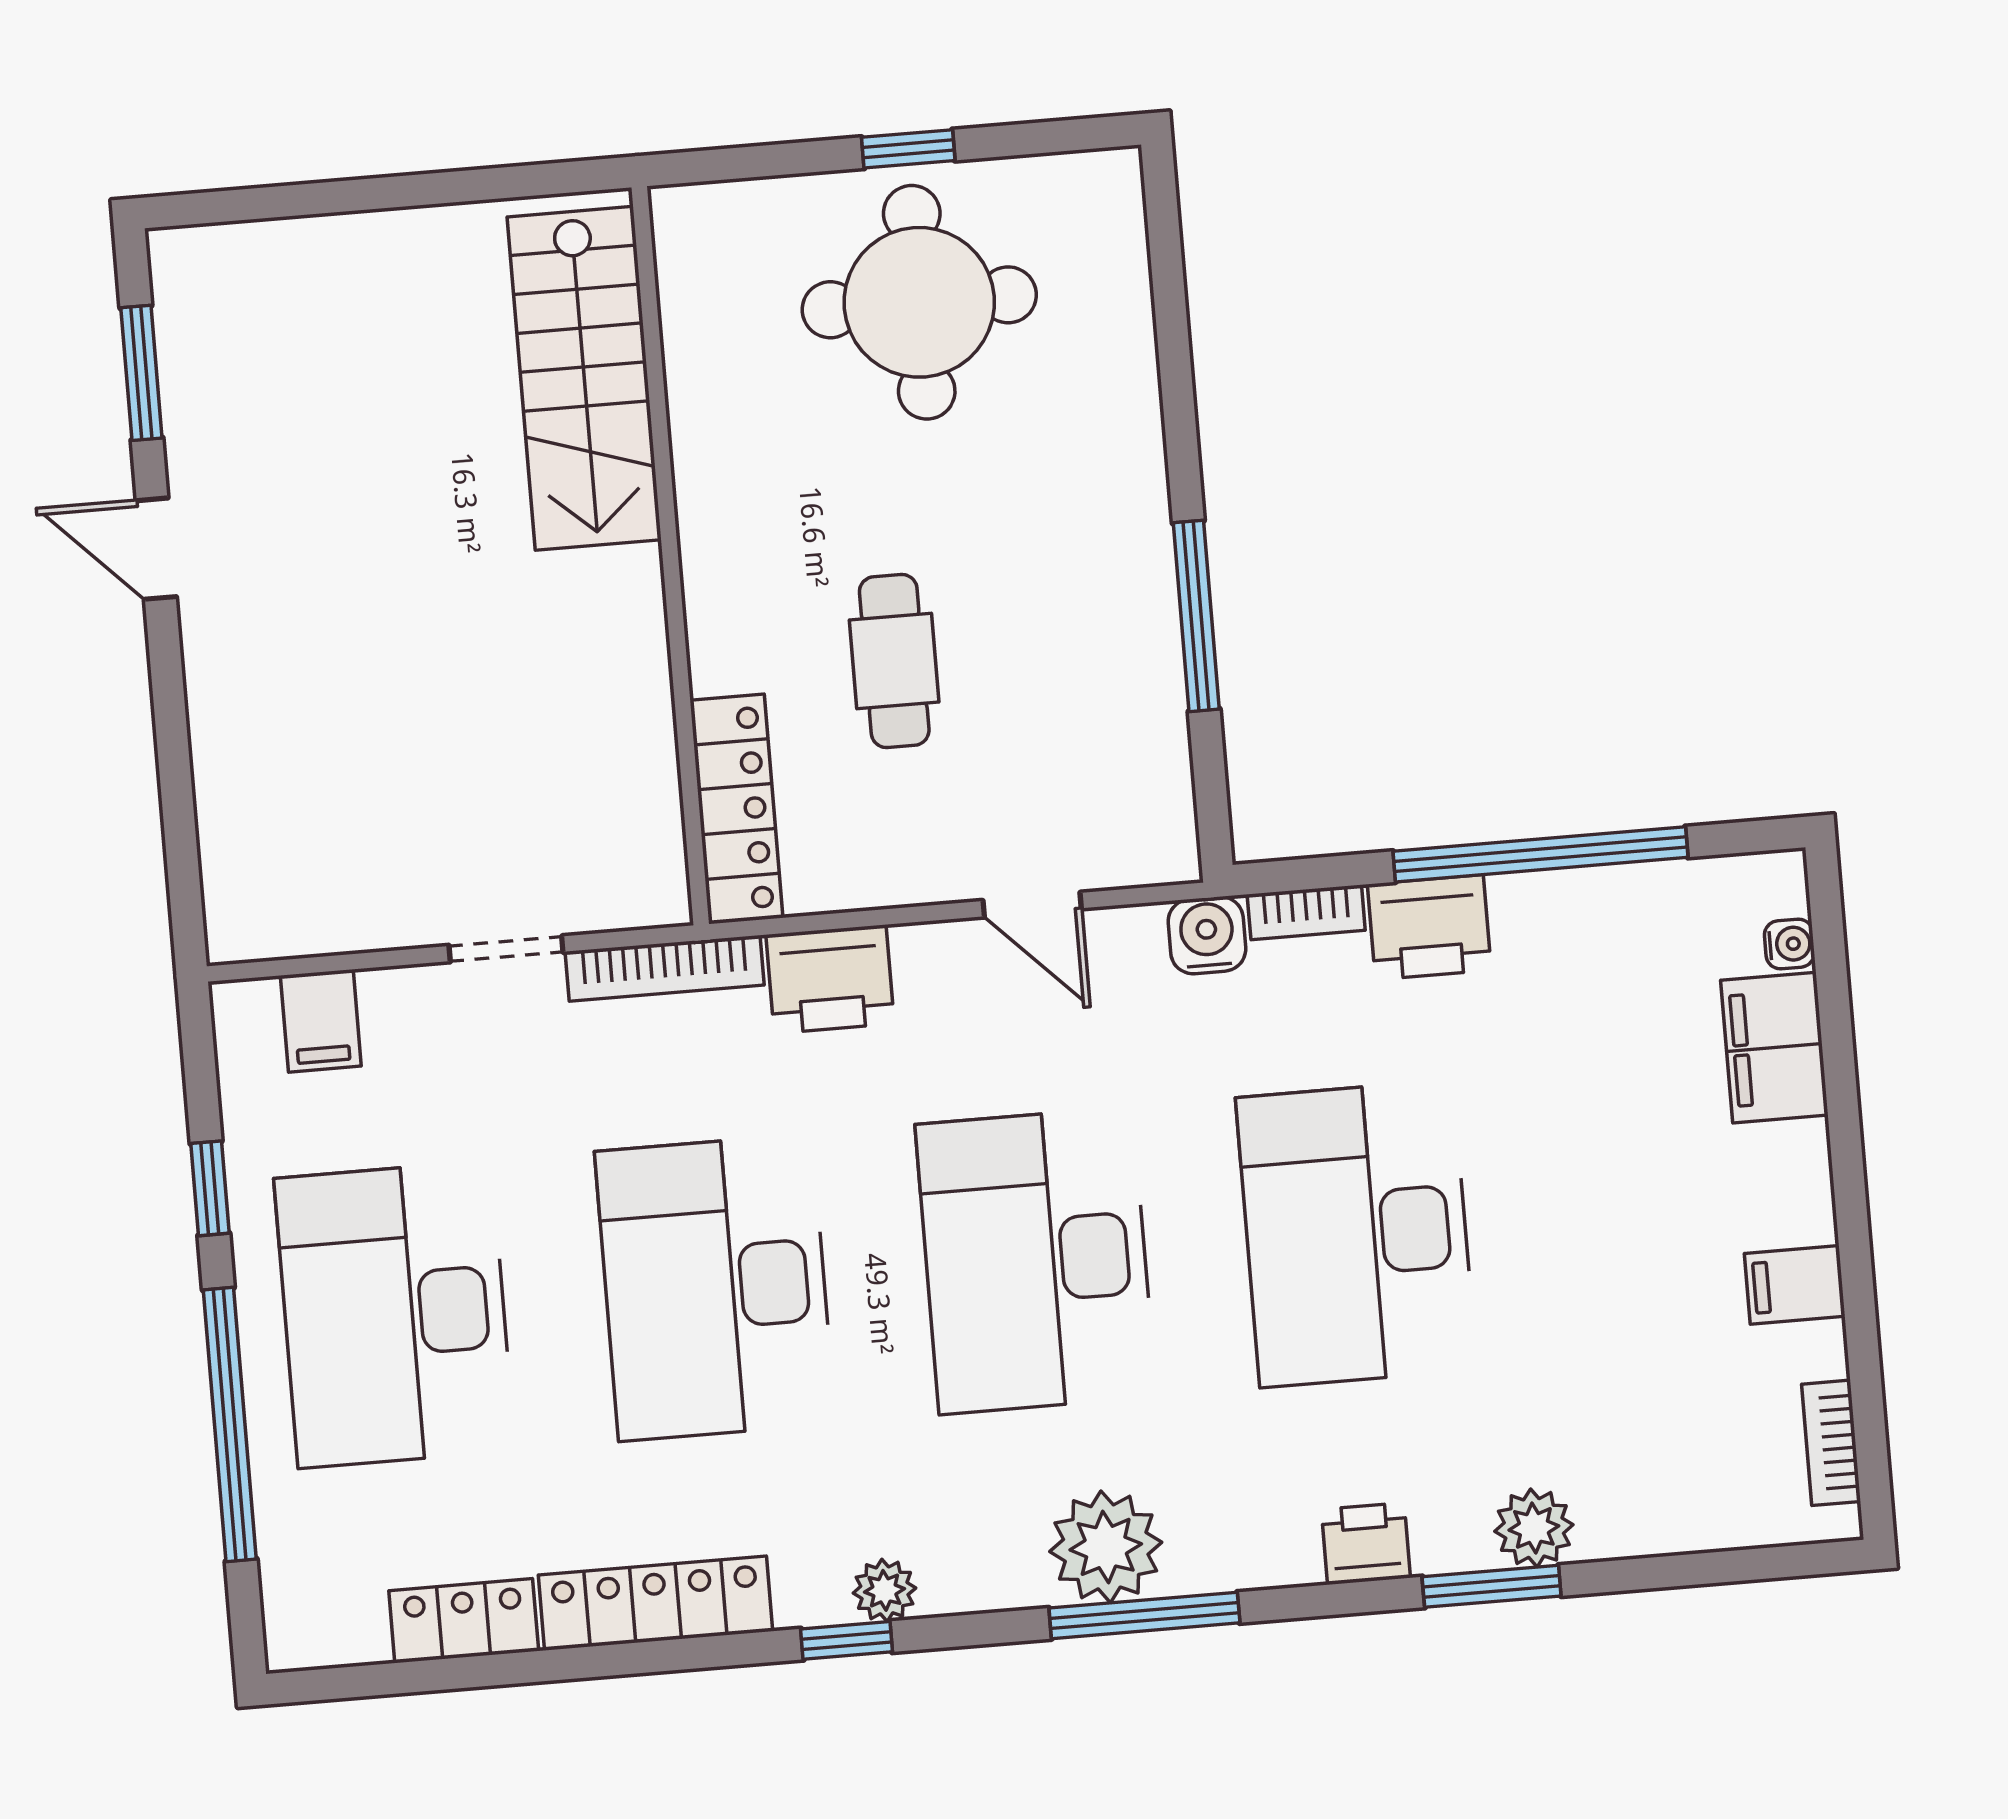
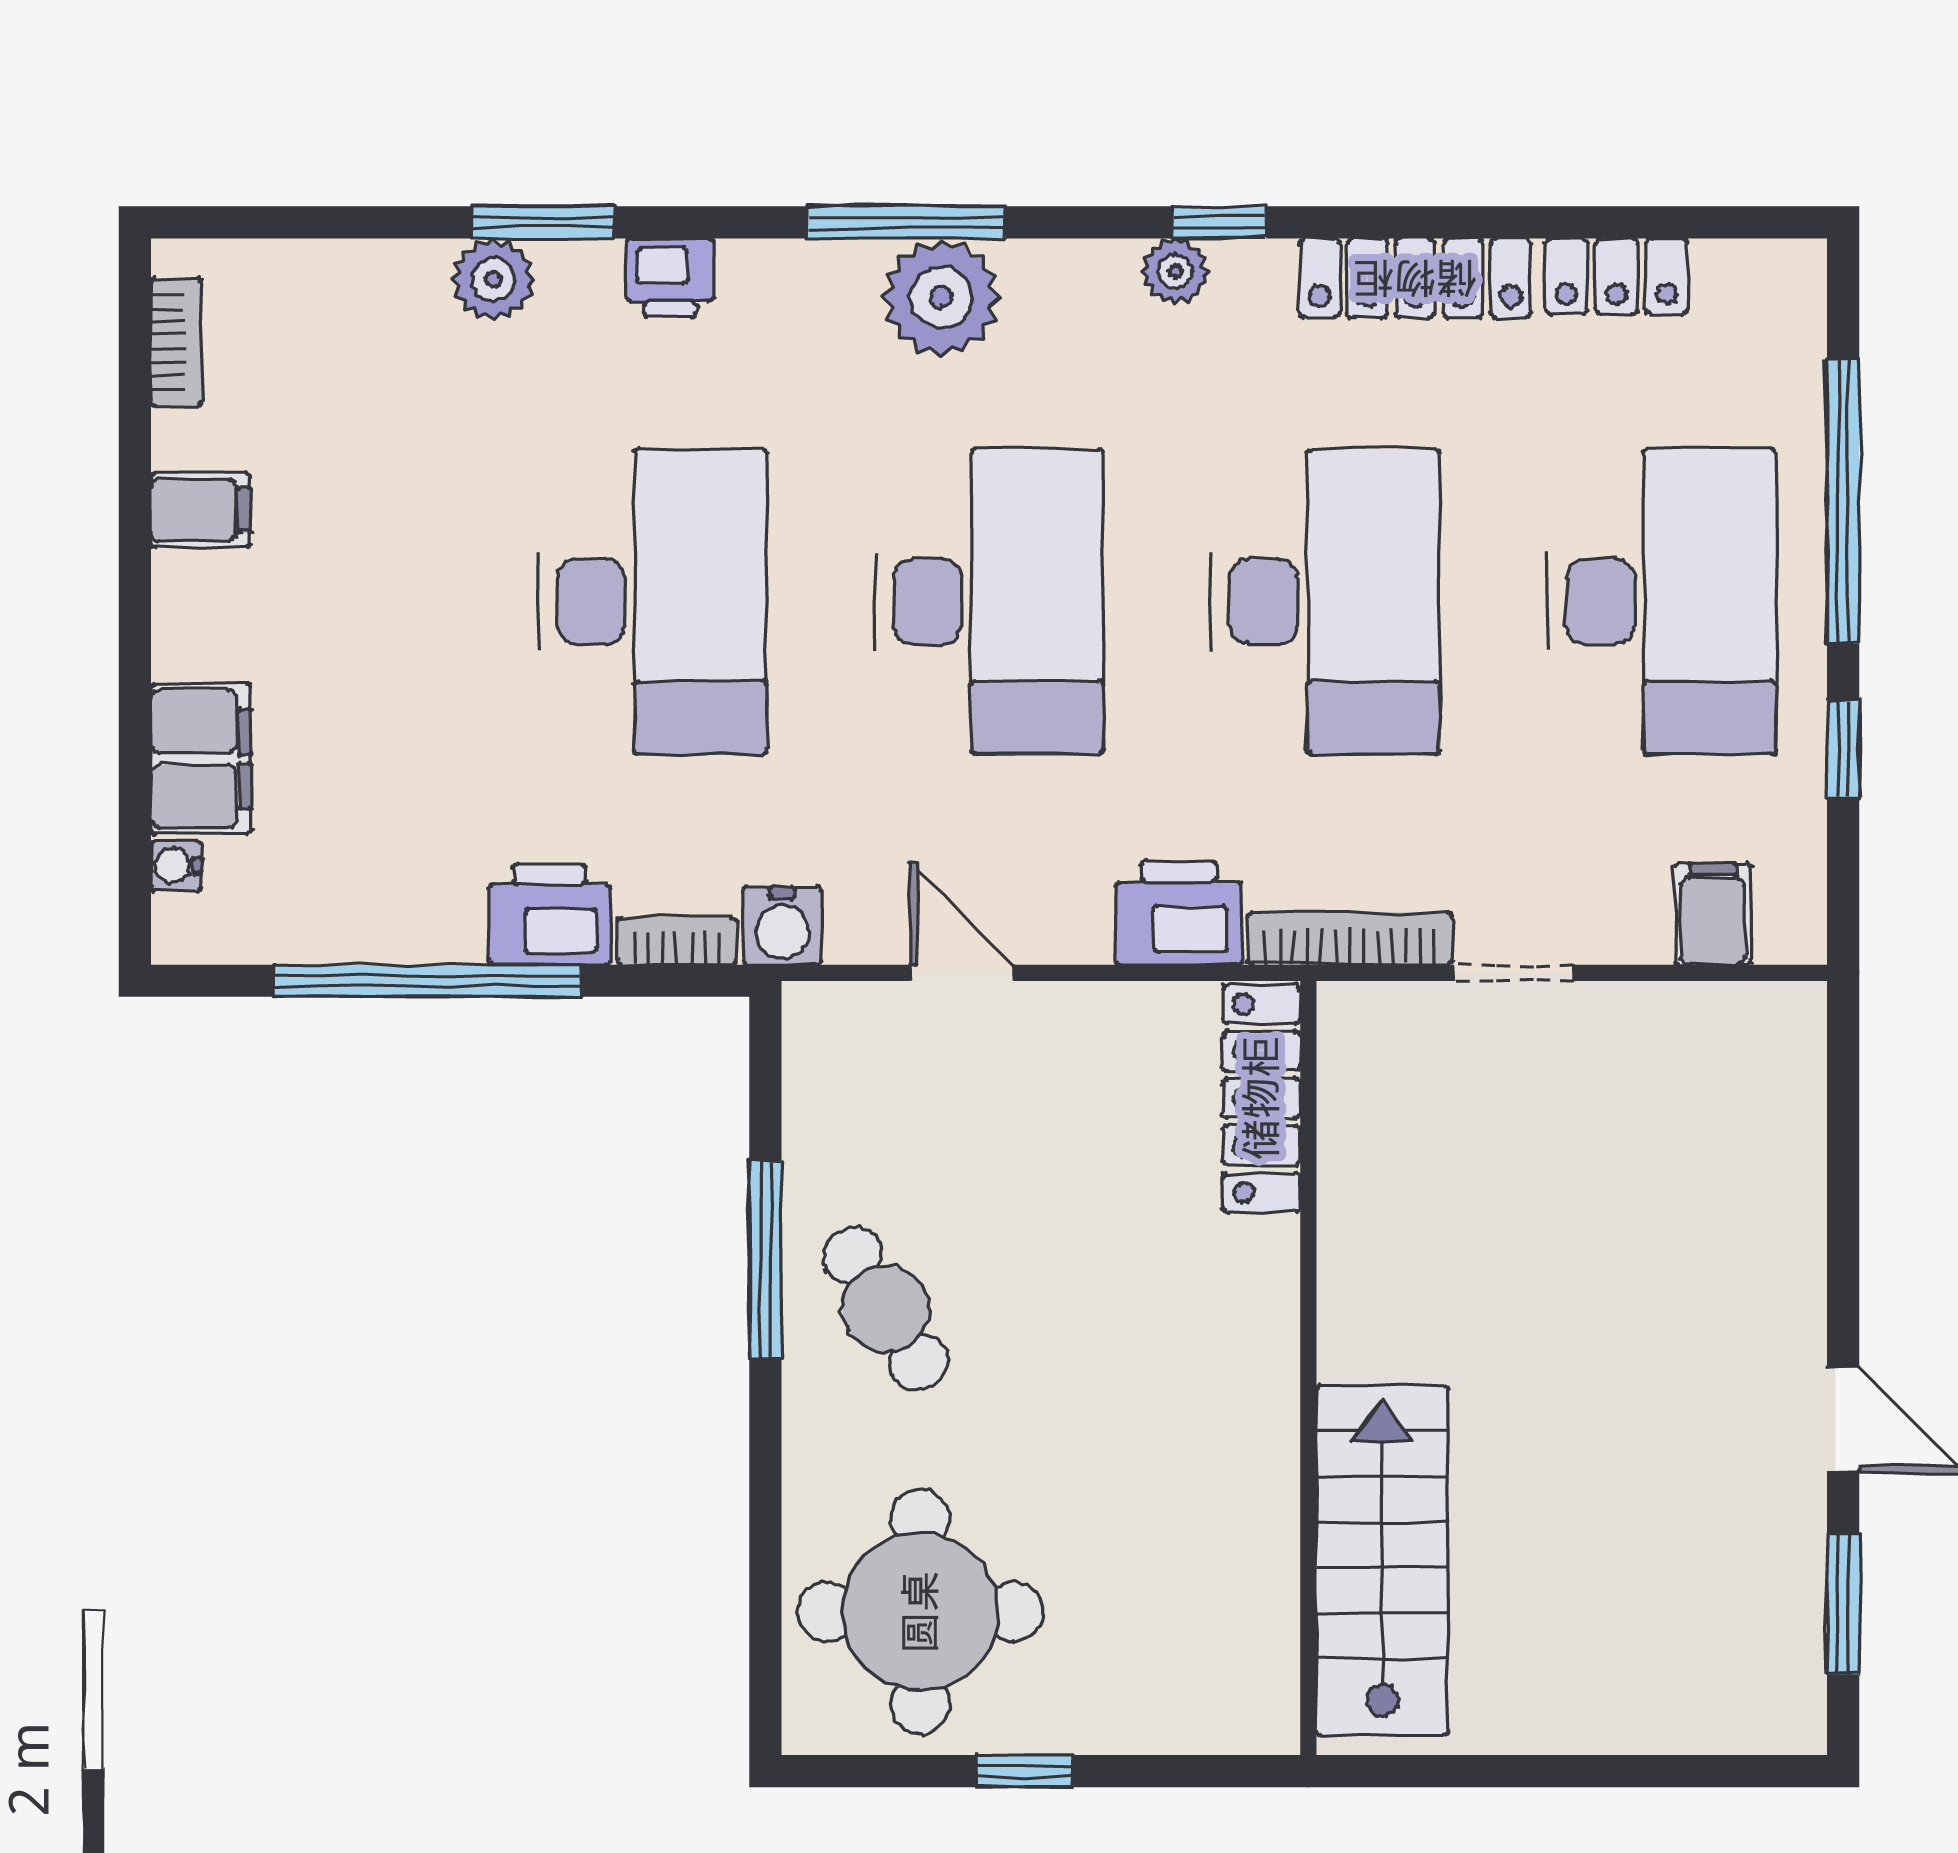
round table: (919, 302) -> (920, 1612), moved
cafe table: (894, 661) -> (886, 1309), moved, turned -32

